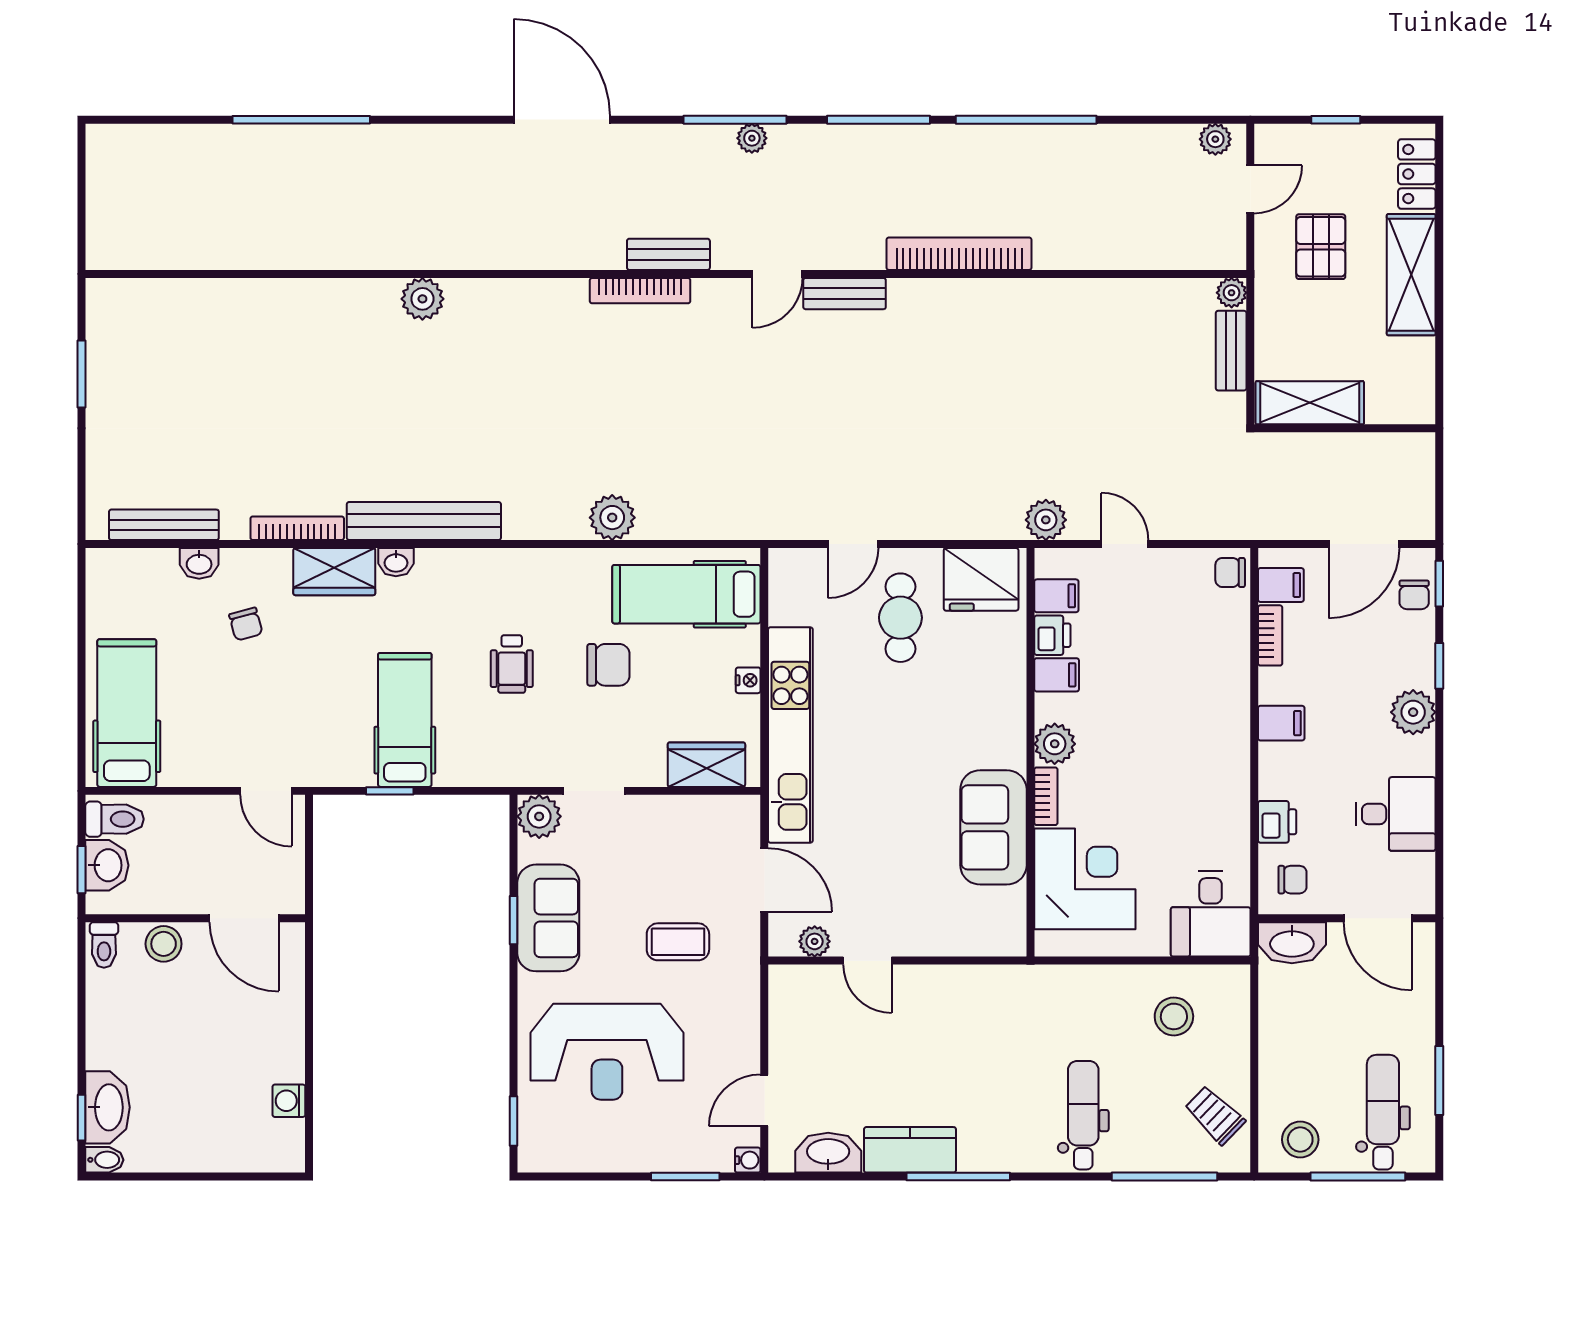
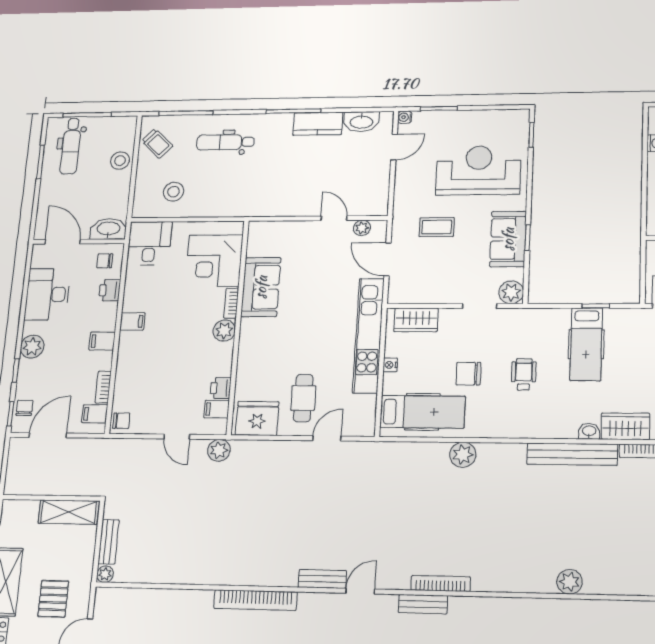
filing cabinet: (1057, 675) -> (132, 321), moved, turned 180
desk: (1396, 814) -> (47, 294), width x1.37
dental chair: (1083, 1115) -> (225, 142), turned 90
stool: (1300, 1140) -> (120, 161), moved

